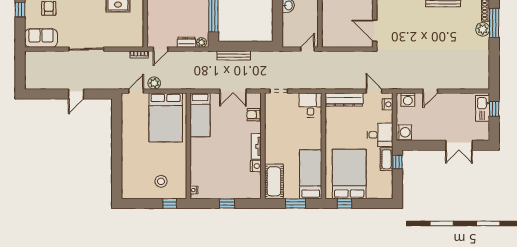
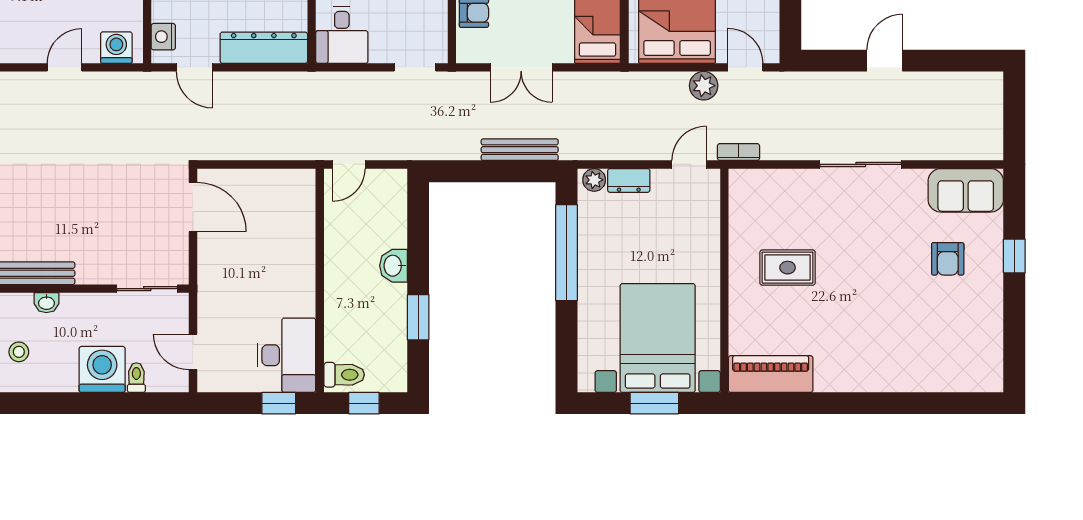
door: (136, 91) -> (745, 67), swing flipped
double door: (233, 91) -> (521, 67), swing flipped

